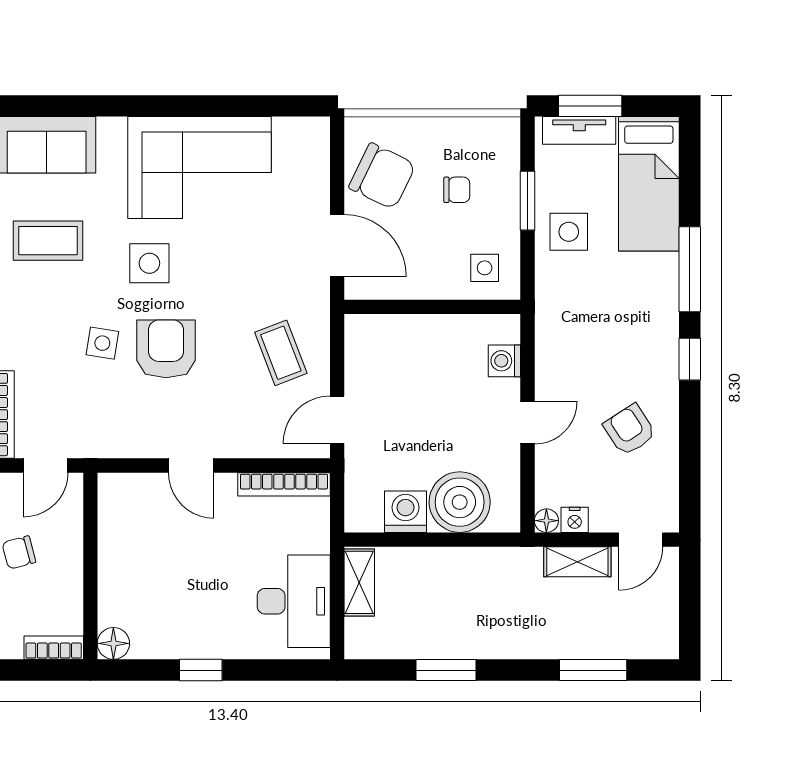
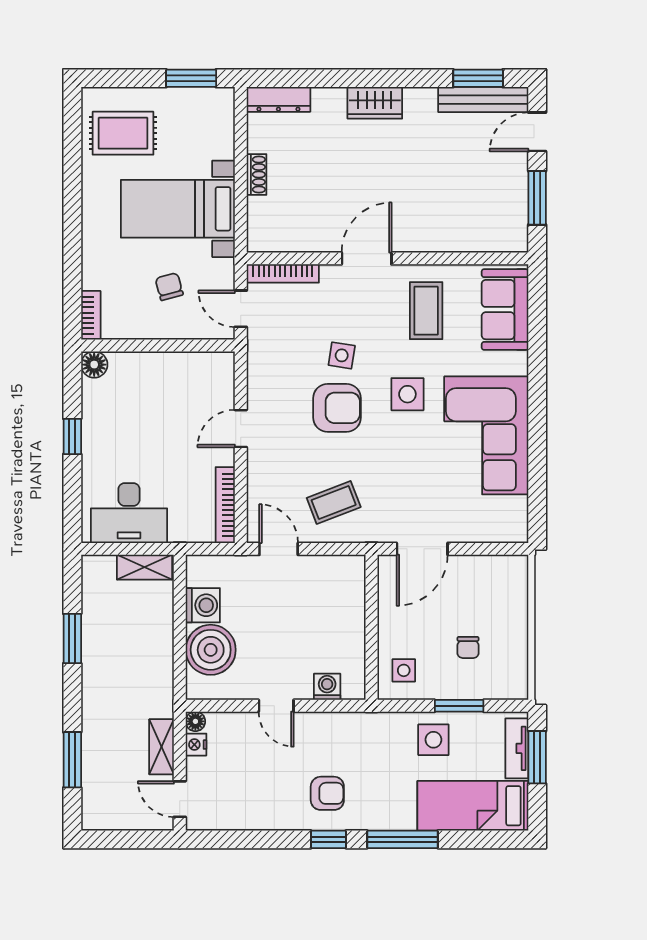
chair: (382, 176) -> (479, 586), removed
armchair: (630, 430) -> (327, 793), moved, turned 33

